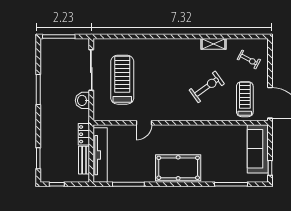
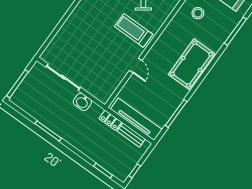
treadmill: (122, 80) -> (134, 30), moved, width x0.73, depth x0.73
stool: (224, 143) -> (198, 13), added

